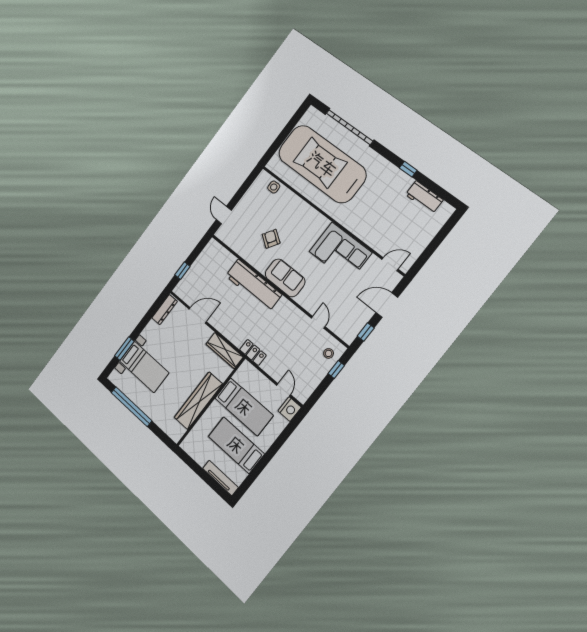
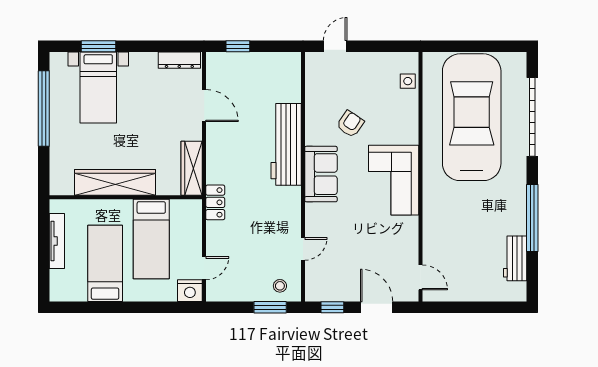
window: (408, 169) -> (532, 218), width x3.17
corner sofa: (340, 252) -> (394, 180), moved
window: (336, 369) -> (270, 307), width x1.50
tv unit: (220, 478) -> (57, 241), moved

